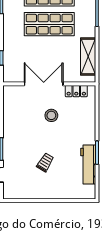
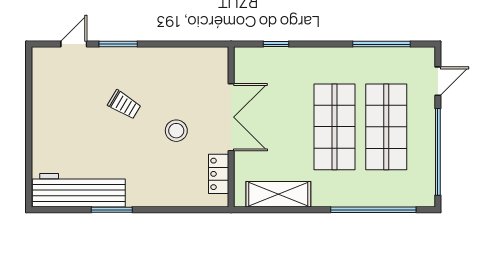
trolley: (45, 162) -> (124, 105), moved
workbench: (88, 165) -> (79, 190), width x1.36, depth x1.32

